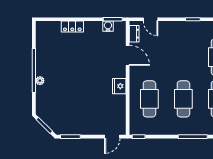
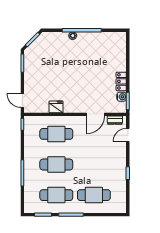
locker: (72, 27) -> (121, 81), moved
fridge: (119, 86) -> (56, 107), moved

